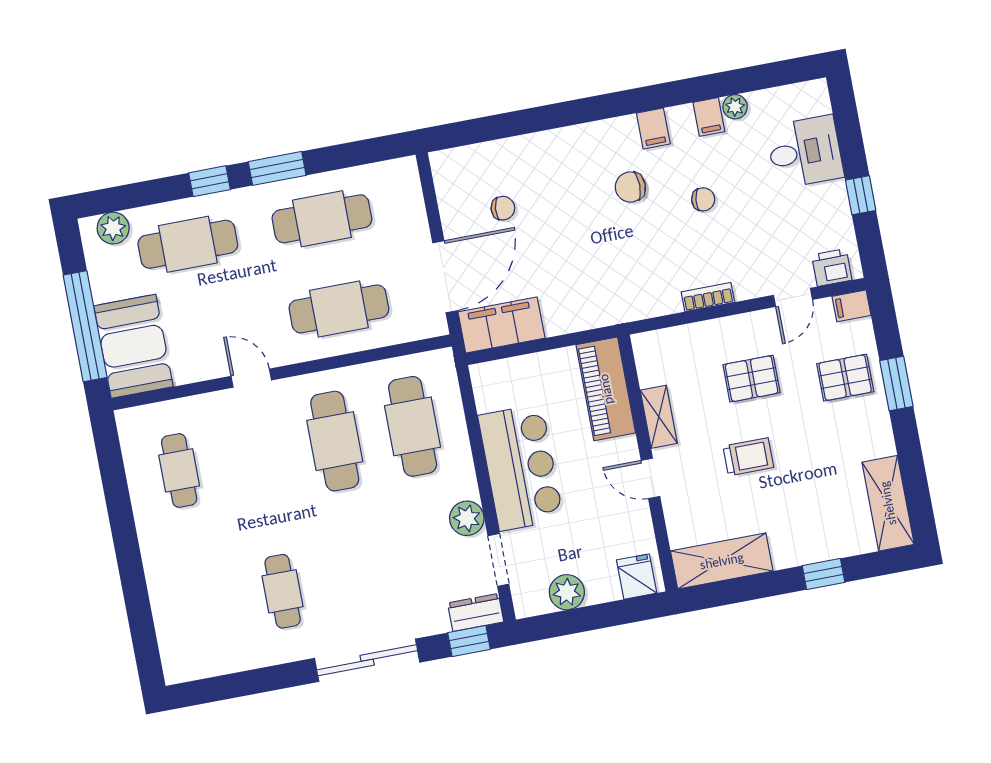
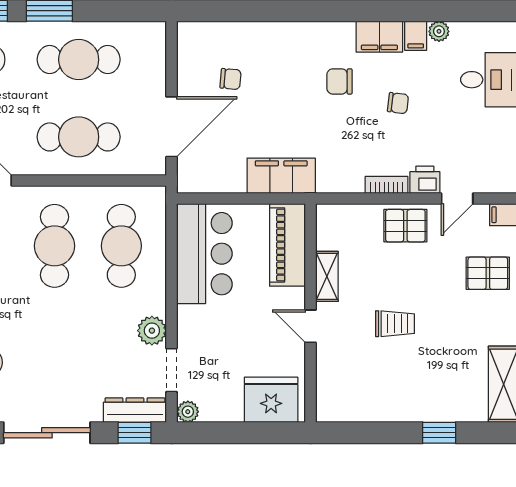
filing cabinet: (653, 128) -> (379, 37), width x2.00
printer: (832, 268) -> (425, 180), moved
filing cabinet: (501, 325) -> (281, 176), moved
pallet: (752, 379) -> (405, 226), moved
bar counter: (521, 467) -> (204, 254), moved
shelving: (722, 561) -> (357, 406), removed
fridge: (637, 577) -> (271, 400), width x1.88, depth x1.34
plant: (567, 592) -> (188, 412), moved, width x0.73, depth x0.73
dresser: (476, 612) -> (135, 410), width x1.44

